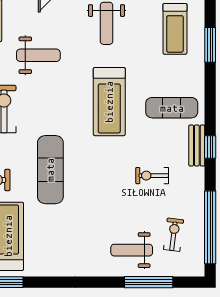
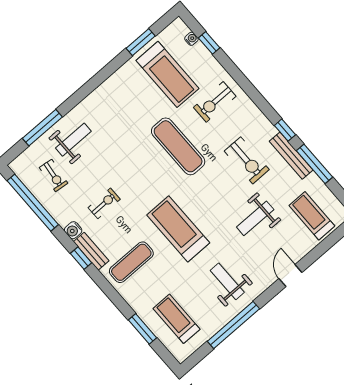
water cooler: (197, 176) -> (73, 230), added

